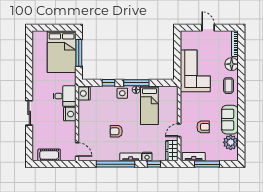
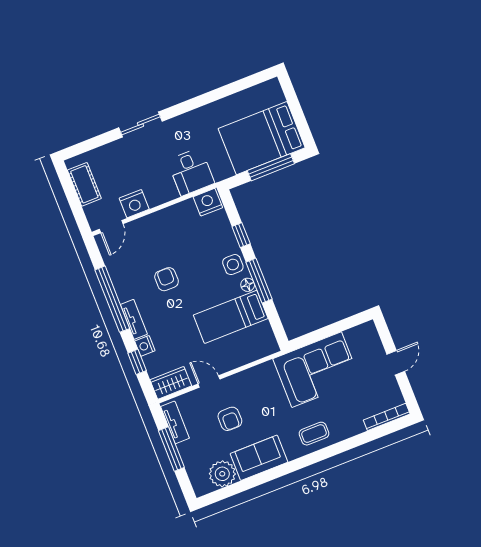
floor lamp: (232, 64) -> (351, 425), removed
nightstand: (70, 114) -> (134, 204), moved

